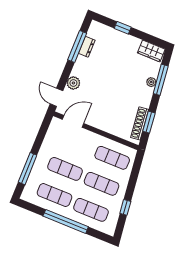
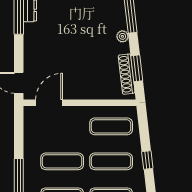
plant: (151, 82) -> (122, 36), moved
plant: (73, 83) -> (31, 58), removed
window: (125, 207) -> (147, 160), moved

